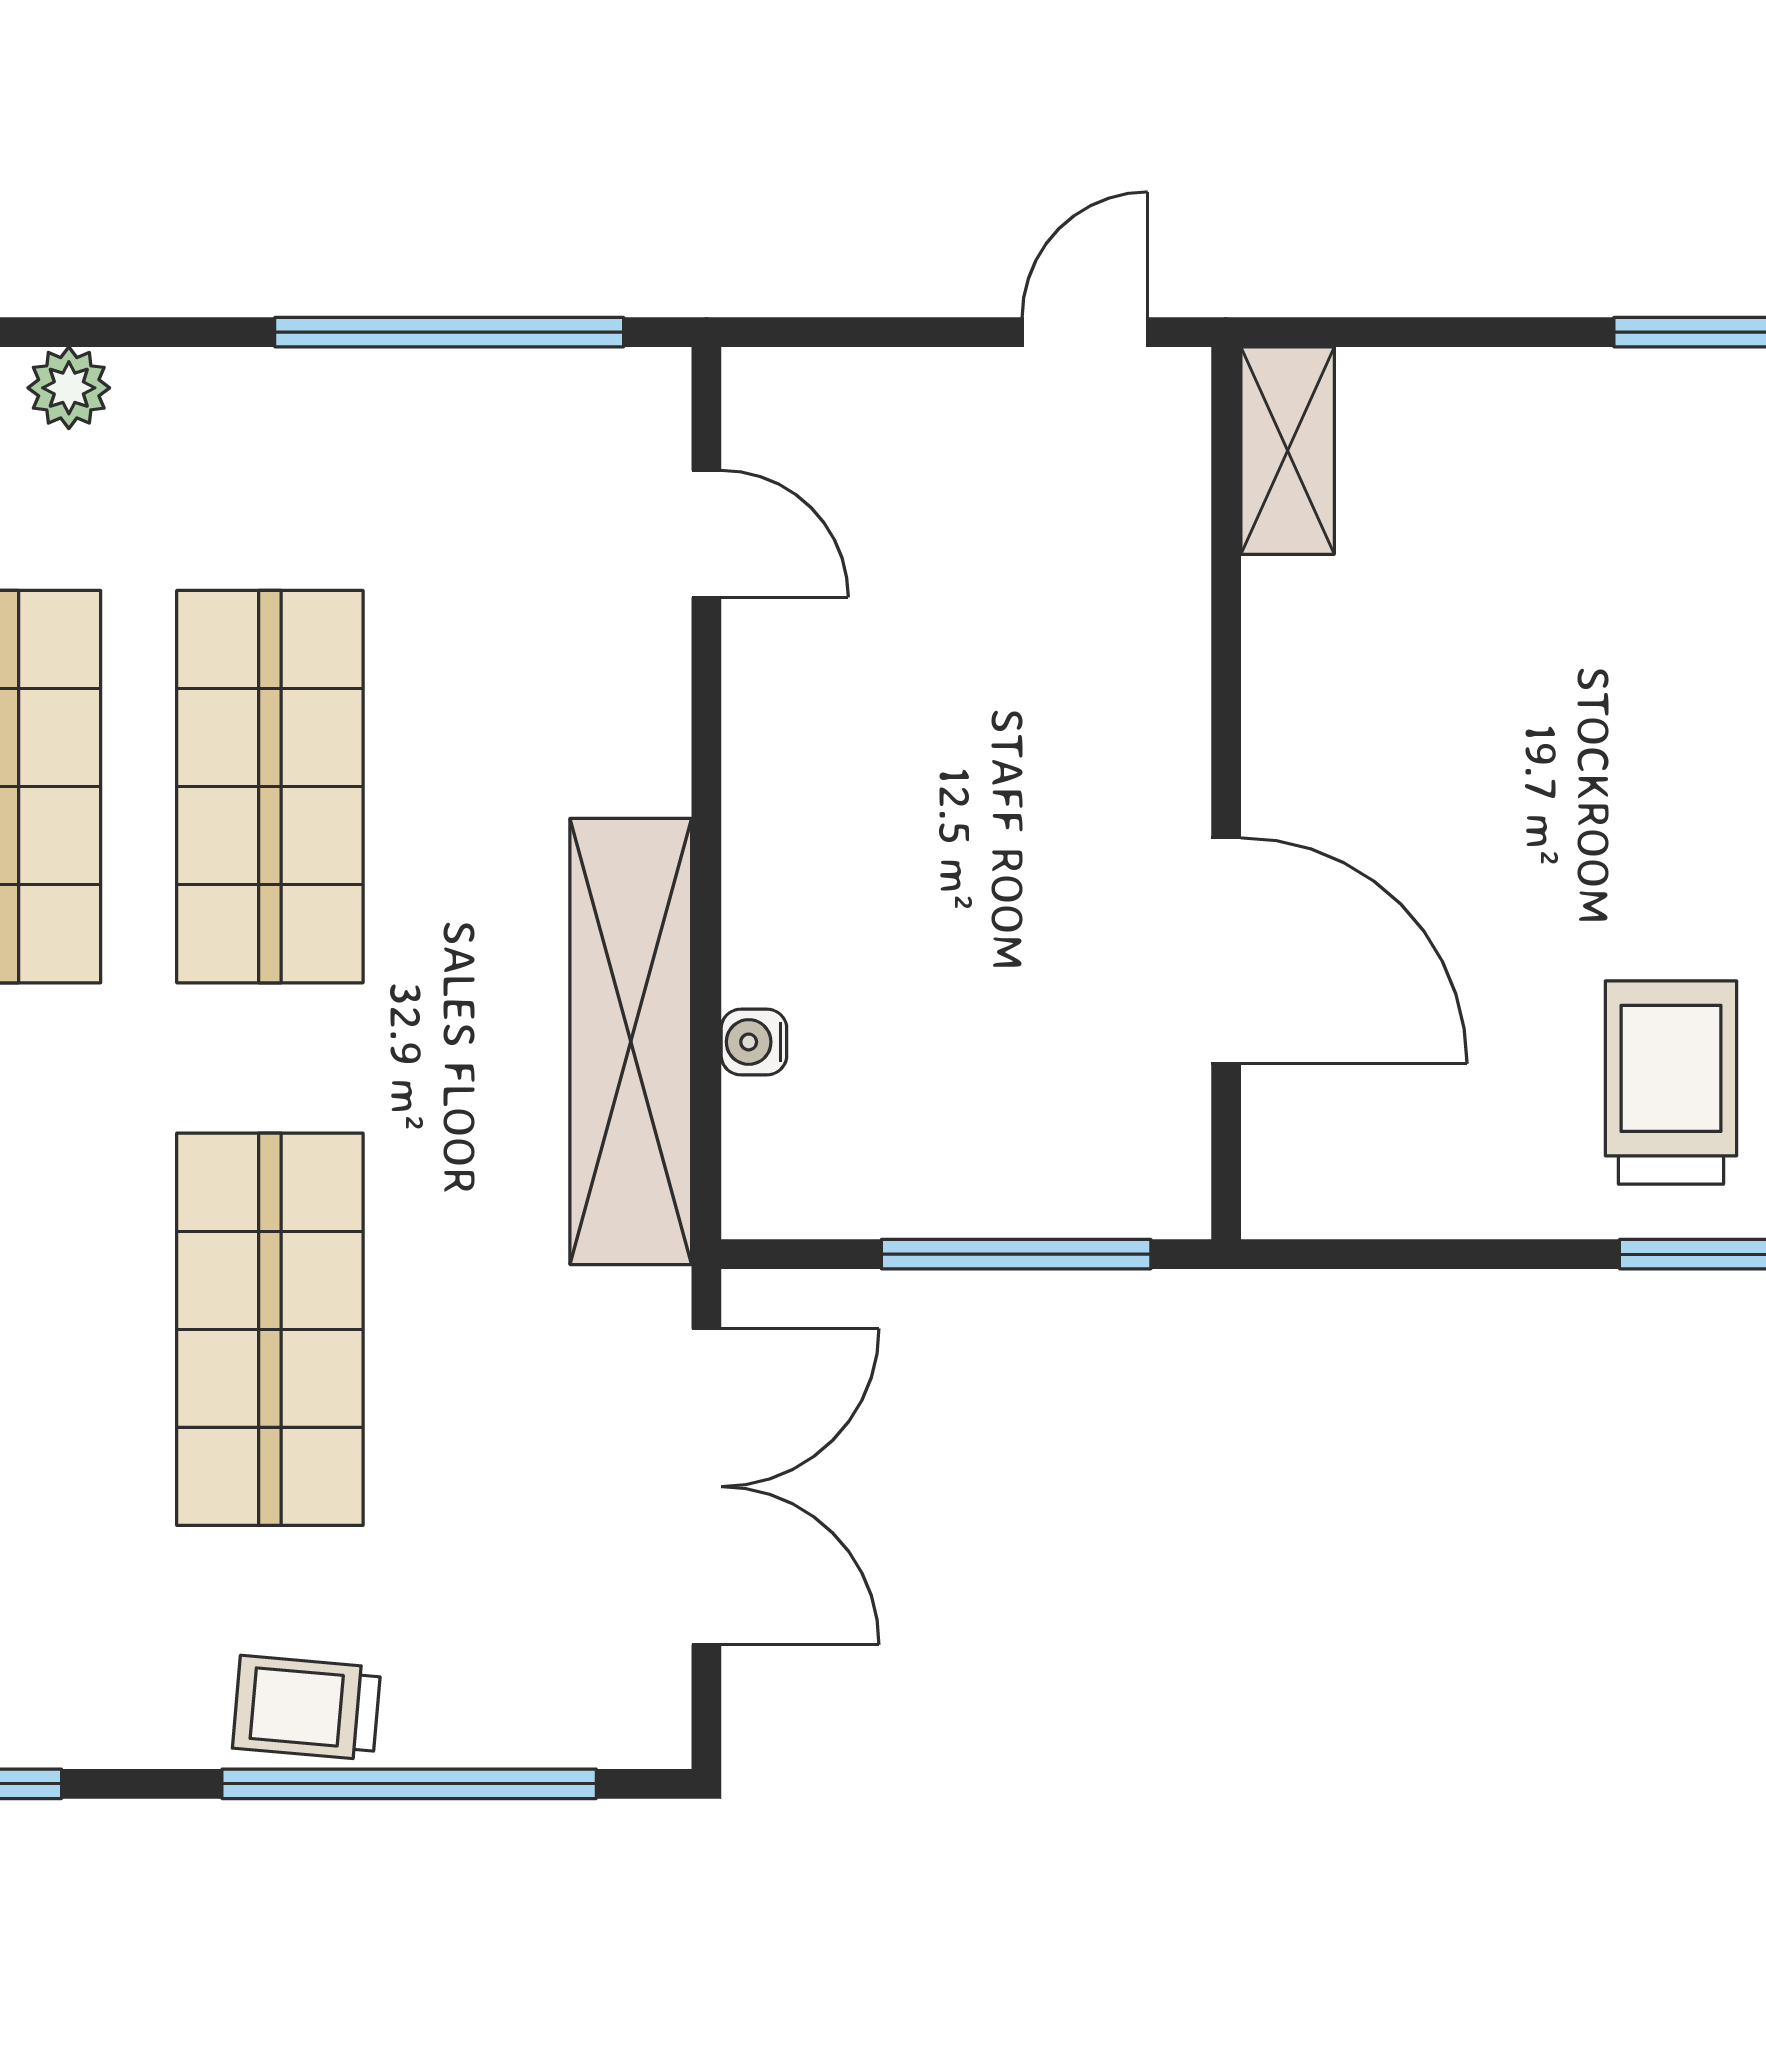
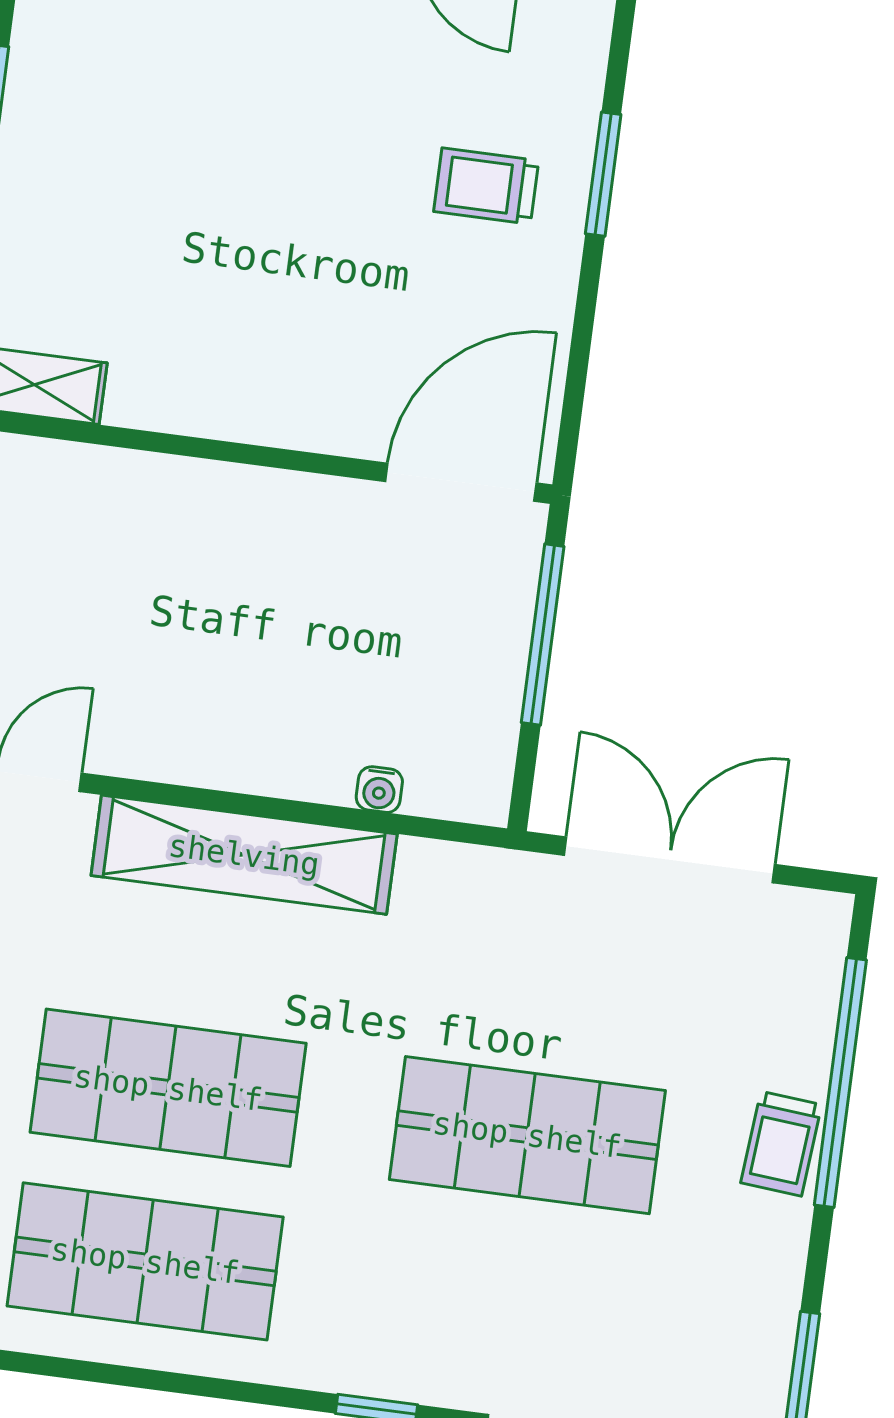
door: (1226, 951) -> (461, 482), moved
shelving: (631, 1041) -> (244, 855), moved
trolley: (1671, 1083) -> (486, 186), width x0.73, depth x0.72

